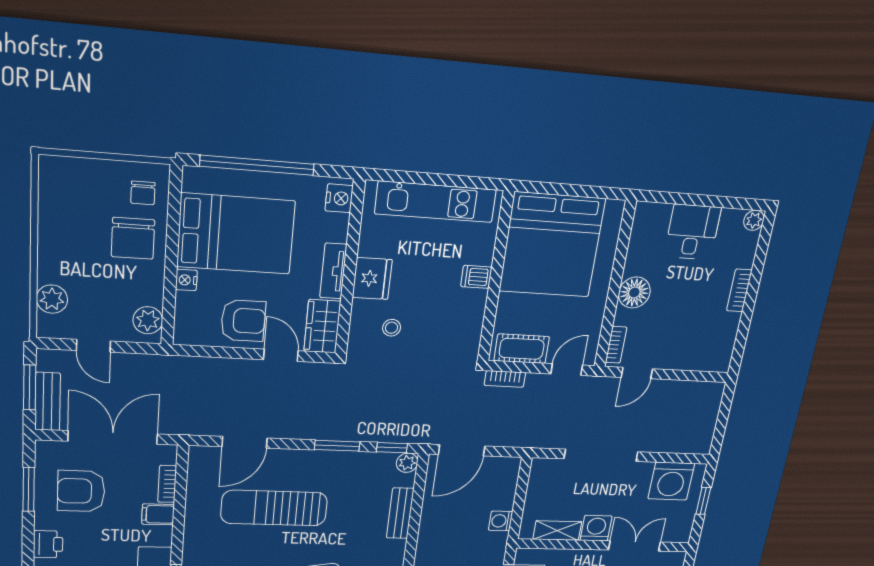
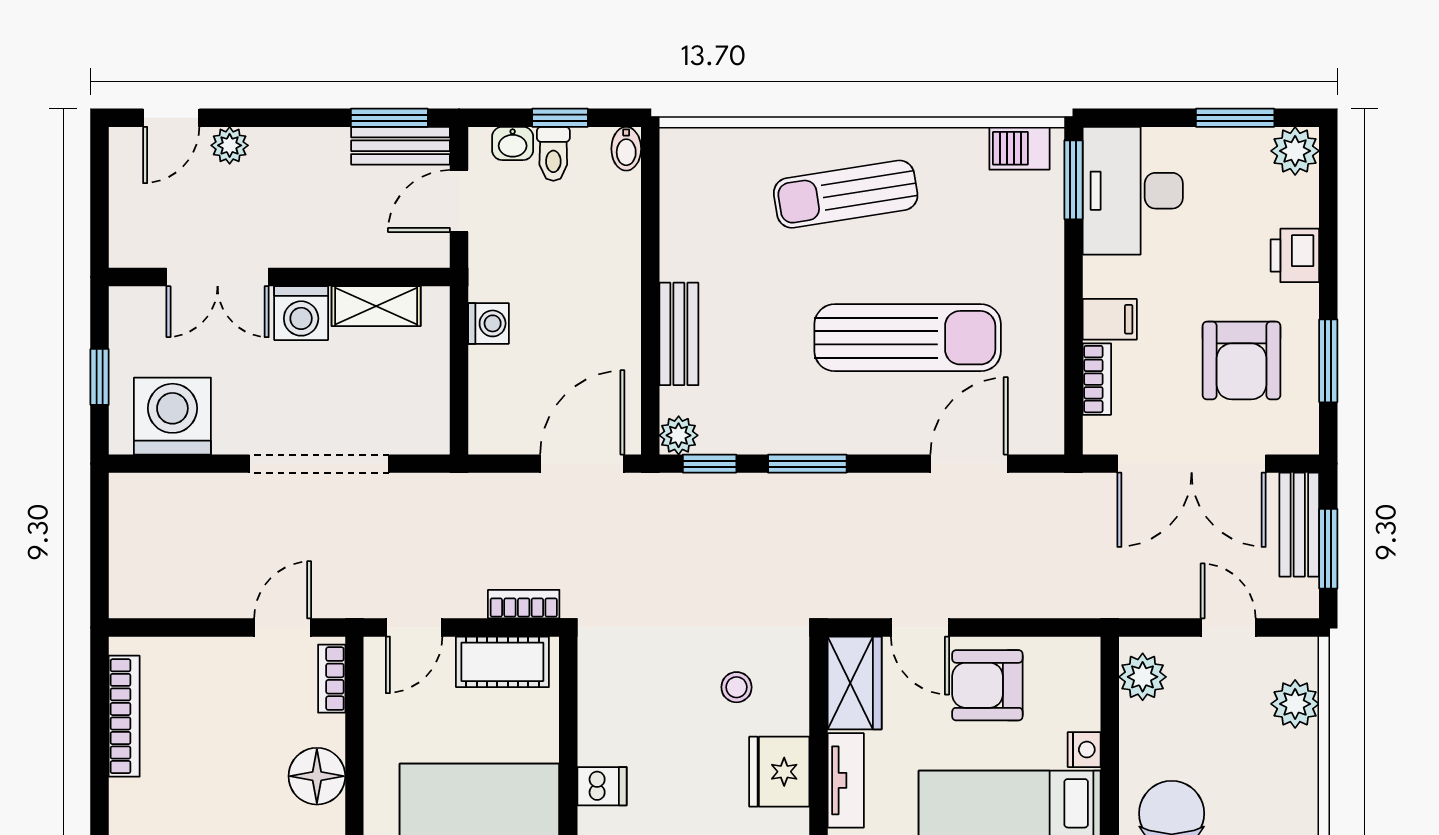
bookcase: (739, 290) -> (124, 716), moved, width x1.56
armchair: (81, 491) -> (1241, 361), turned 90

